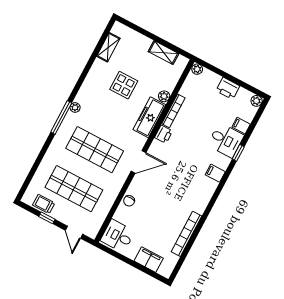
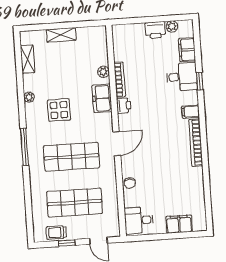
shelving: (164, 53) -> (61, 35), moved
plant: (197, 69) -> (118, 30), removed
display table: (124, 85) -> (59, 110), moved
plant: (257, 101) -> (172, 26), moved
plant: (75, 107) -> (29, 97), moved
freezer: (149, 117) -> (102, 98), width x0.71
filing cabinet: (241, 126) -> (187, 50), width x2.00
bookcase: (186, 234) -> (196, 143), moved

